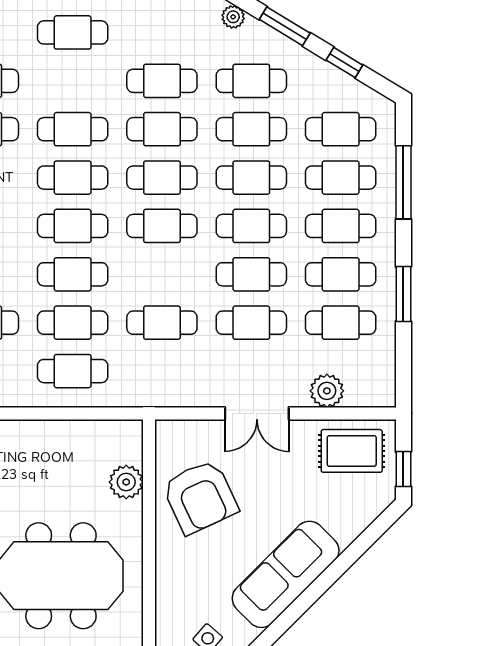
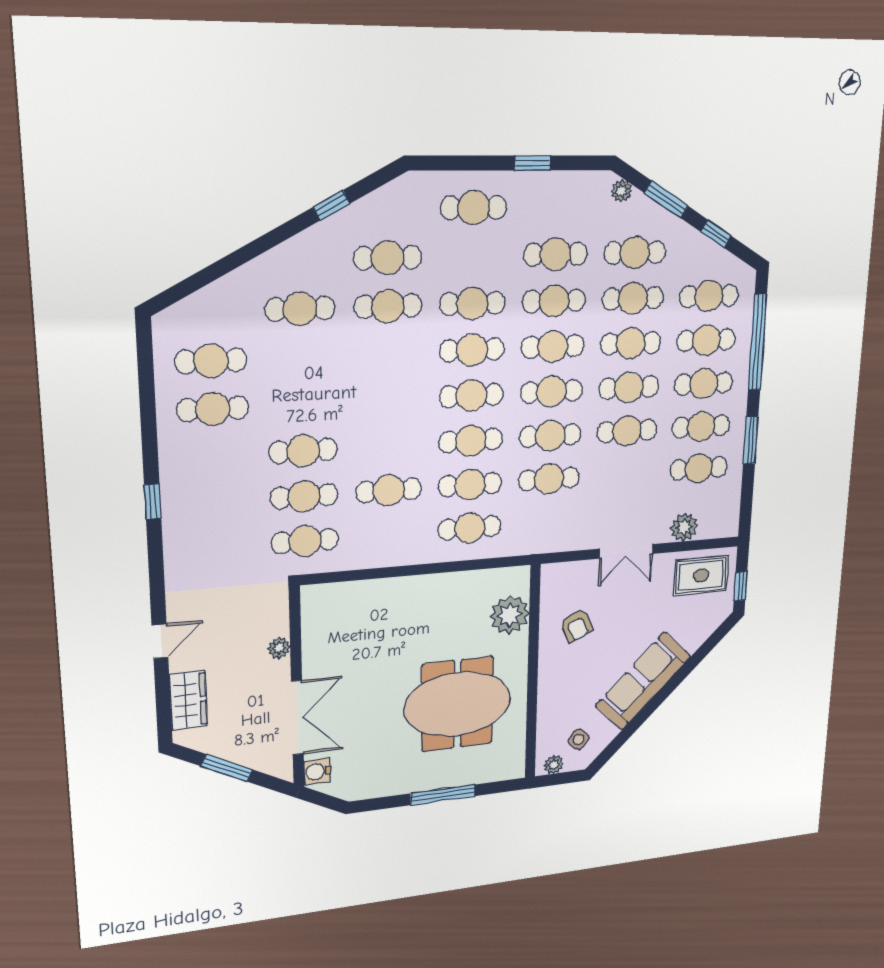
window: (403, 182) -> (757, 342), width x1.46
cafe table: (251, 323) -> (550, 436), moved
plant: (126, 482) -> (510, 615), width x1.36, depth x1.36
armchair: (200, 497) -> (576, 626), width x0.53, depth x0.53

